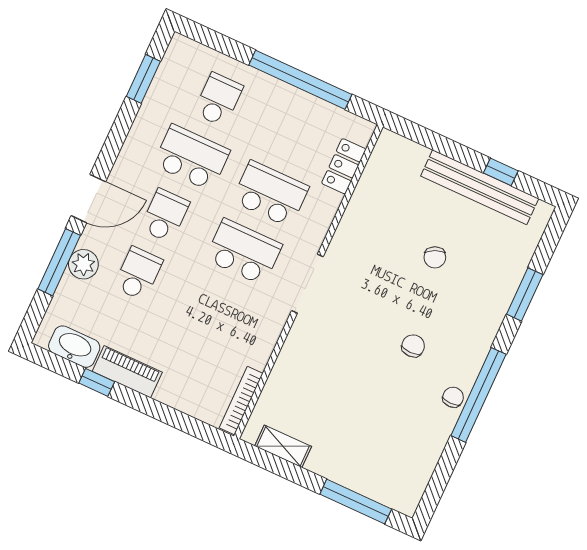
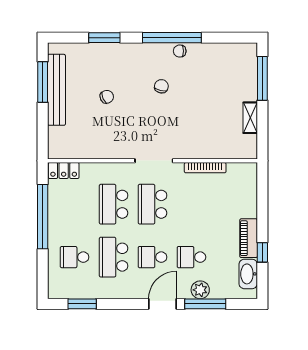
locker: (344, 166) -> (64, 171), moved
window: (501, 172) -> (43, 82), width x2.17
door: (88, 199) -> (163, 304), hinge flipped
chair: (413, 346) -> (161, 86), turned 103
bookcase: (241, 401) -> (205, 168), moved
shelving: (283, 446) -> (250, 118), moved

